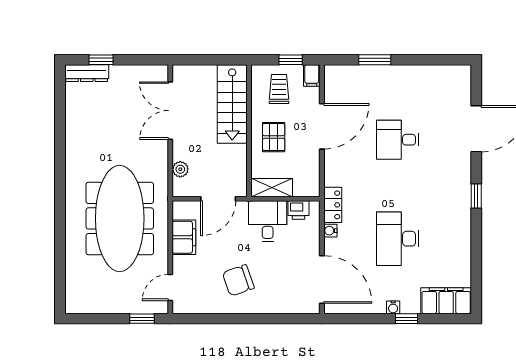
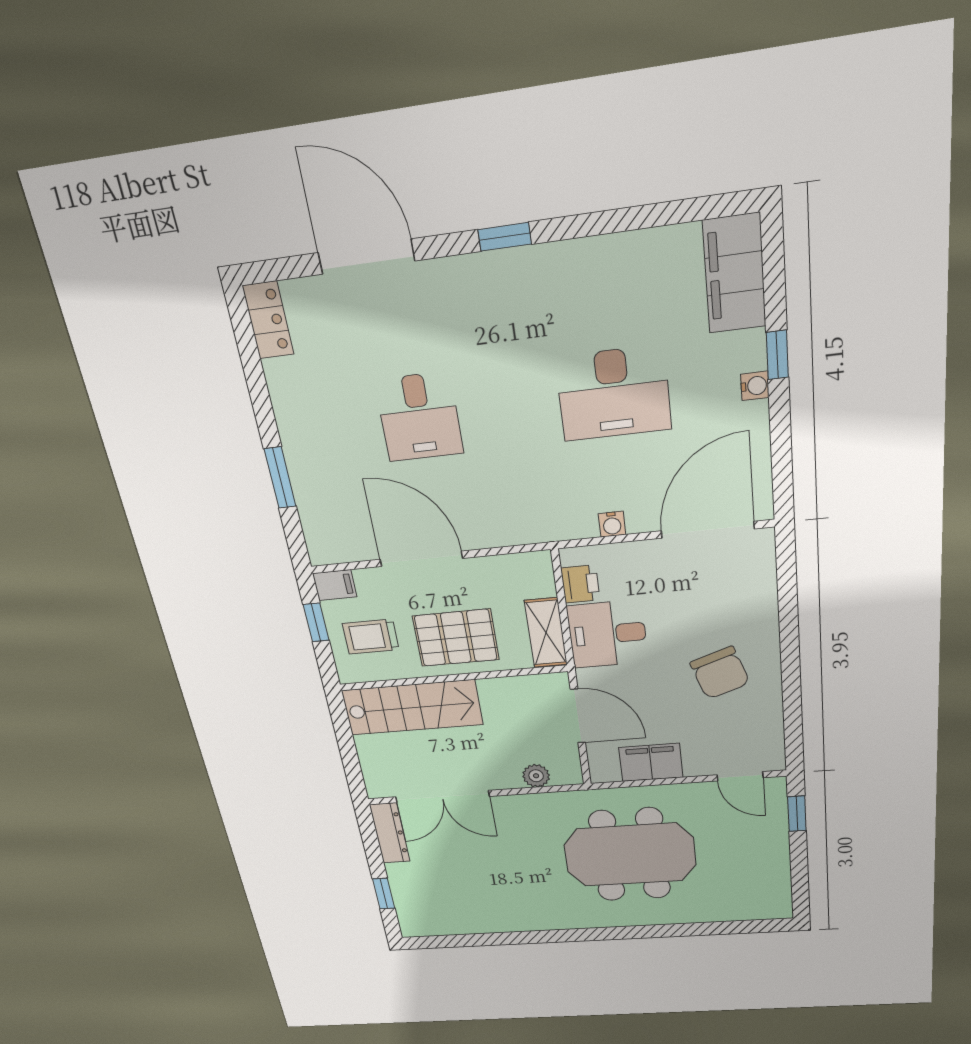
dresser: (87, 73) -> (390, 833), moved
pallet: (274, 137) -> (456, 638), width x1.50, depth x1.42
locker: (333, 205) -> (268, 320), moved, turned 90
meeting table: (120, 218) -> (630, 855), width x0.73

